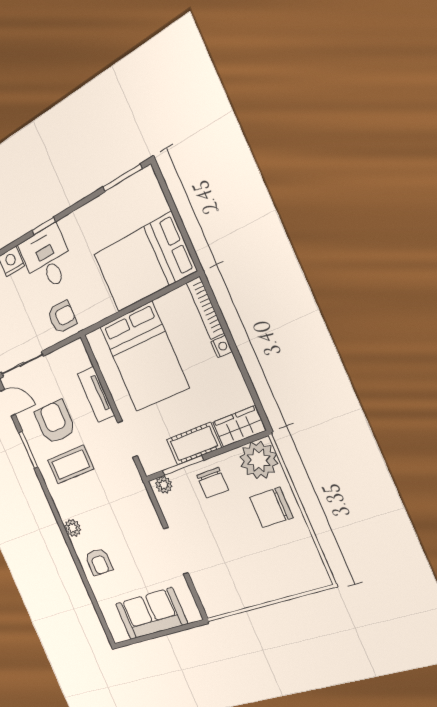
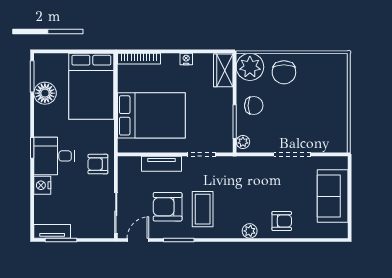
floor lamp: (110, 206) -> (45, 93), added
armchair: (62, 317) -> (98, 164), turned -90
nightstand: (222, 347) -> (186, 59), moved
cot: (194, 444) -> (223, 107), removed

